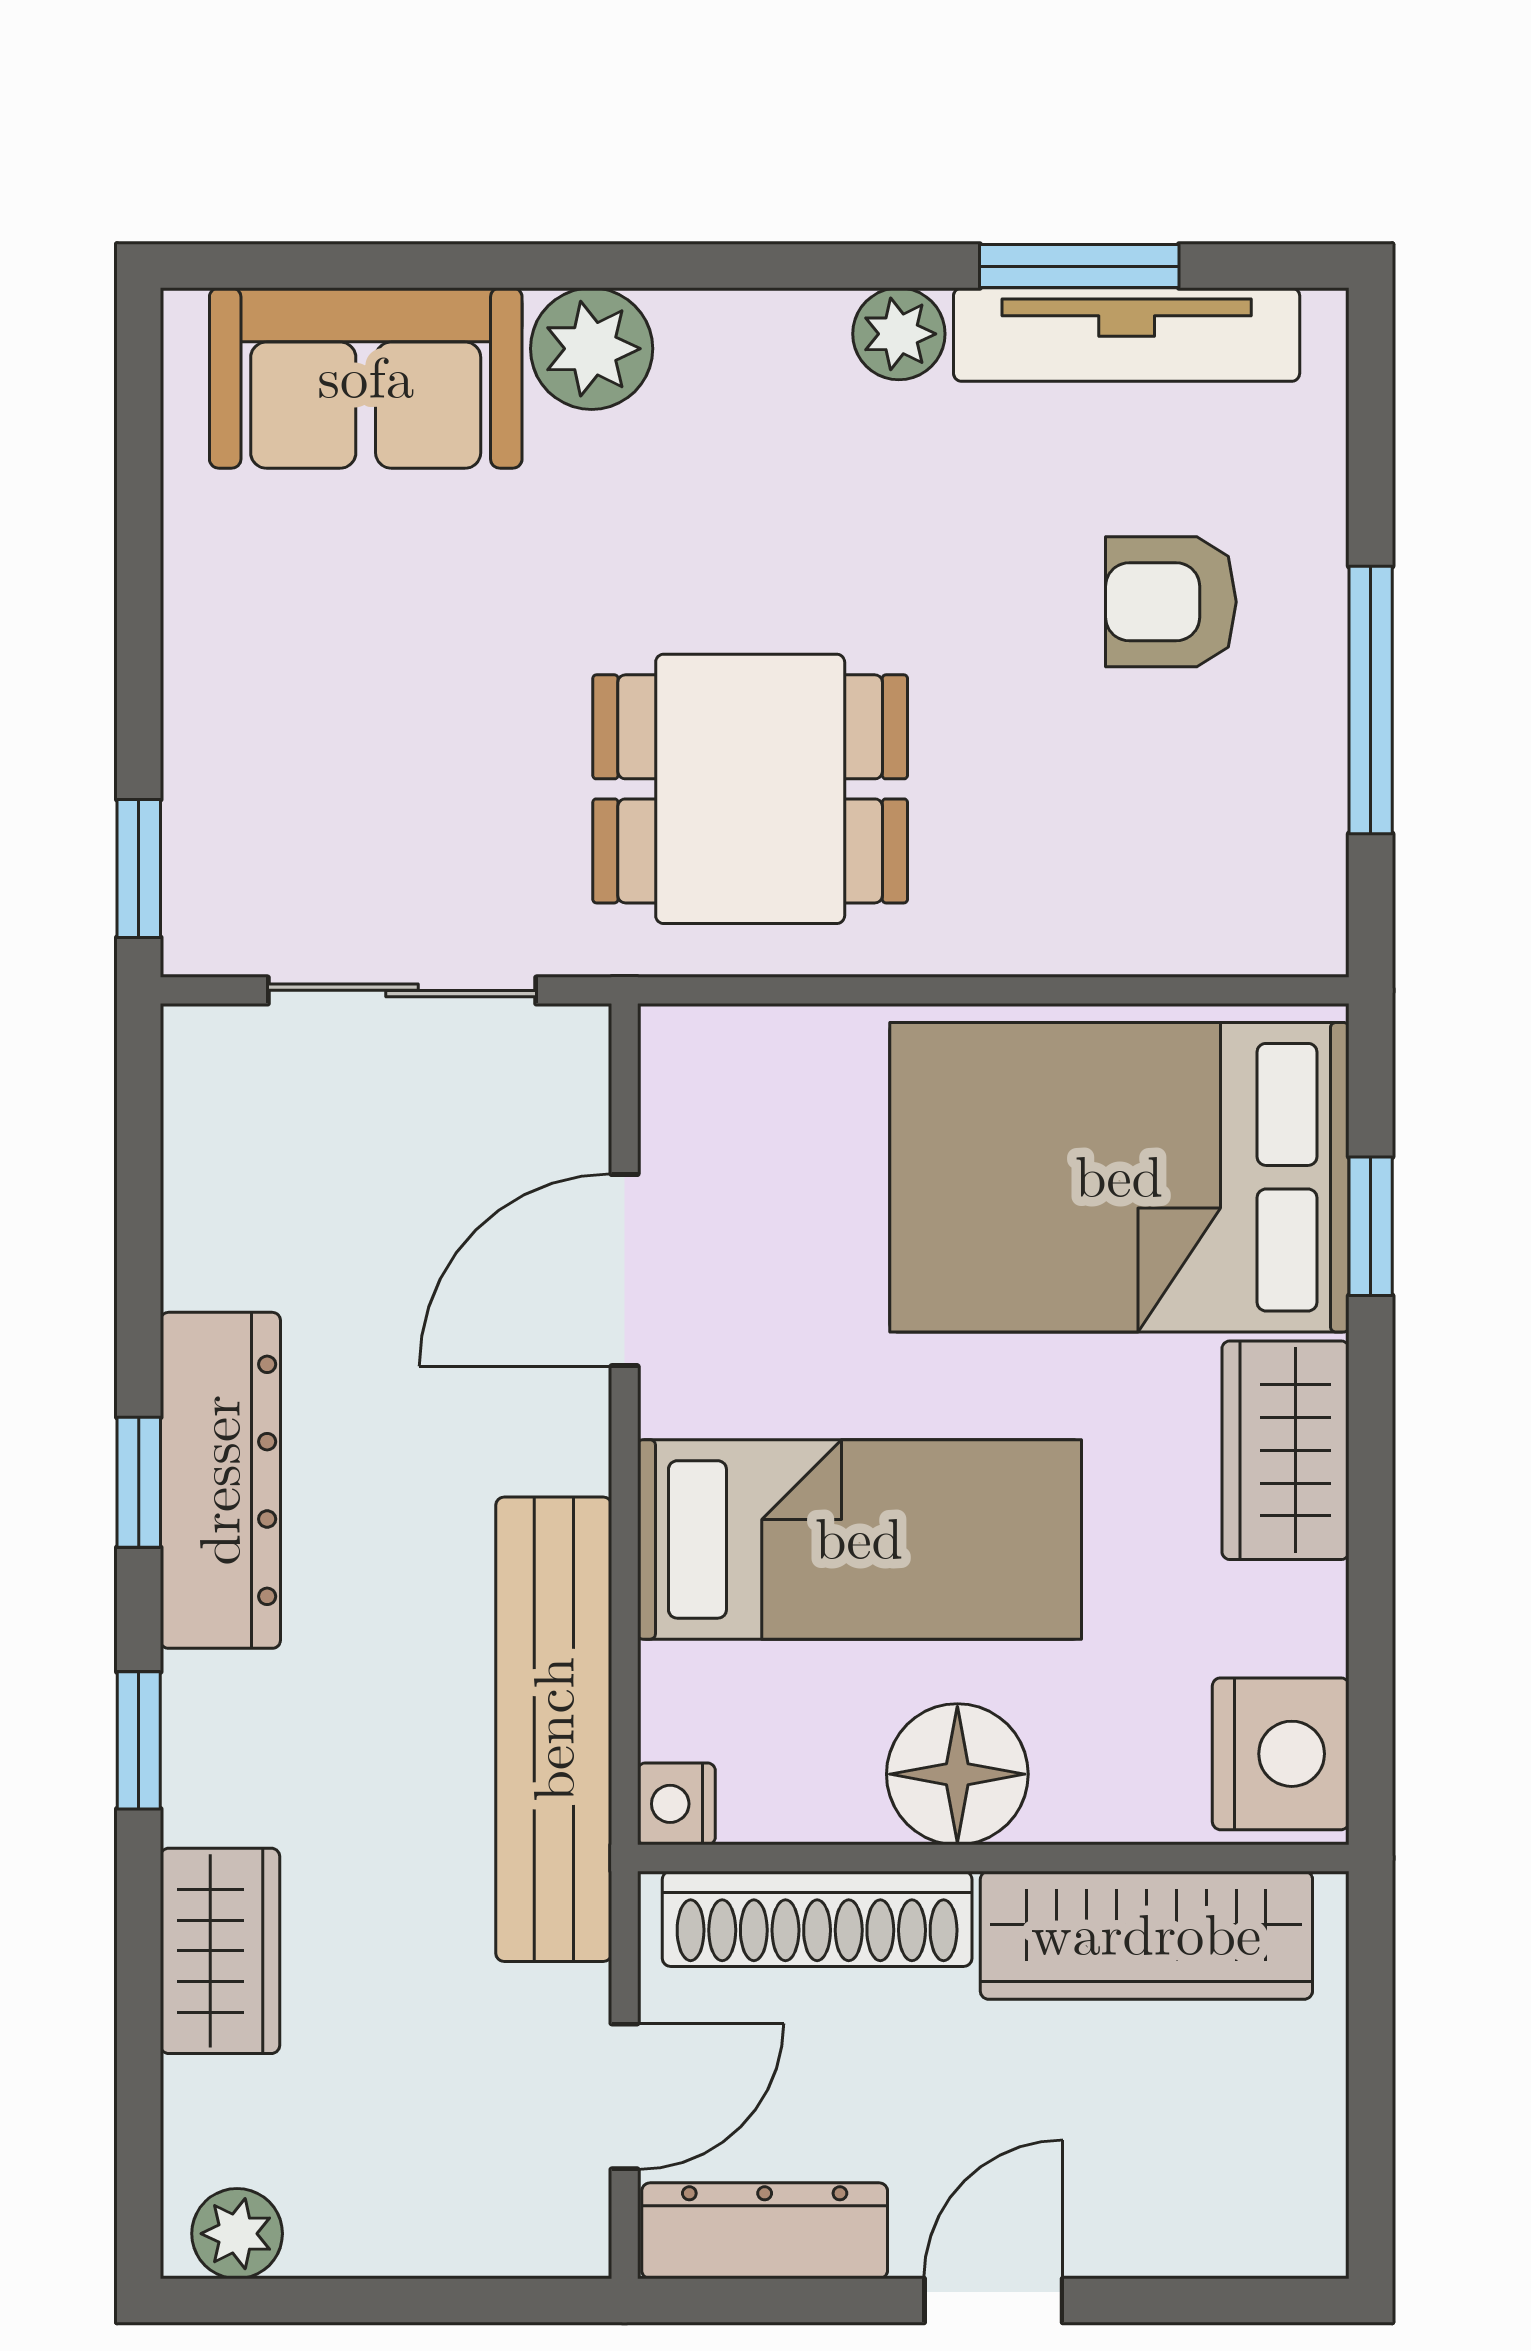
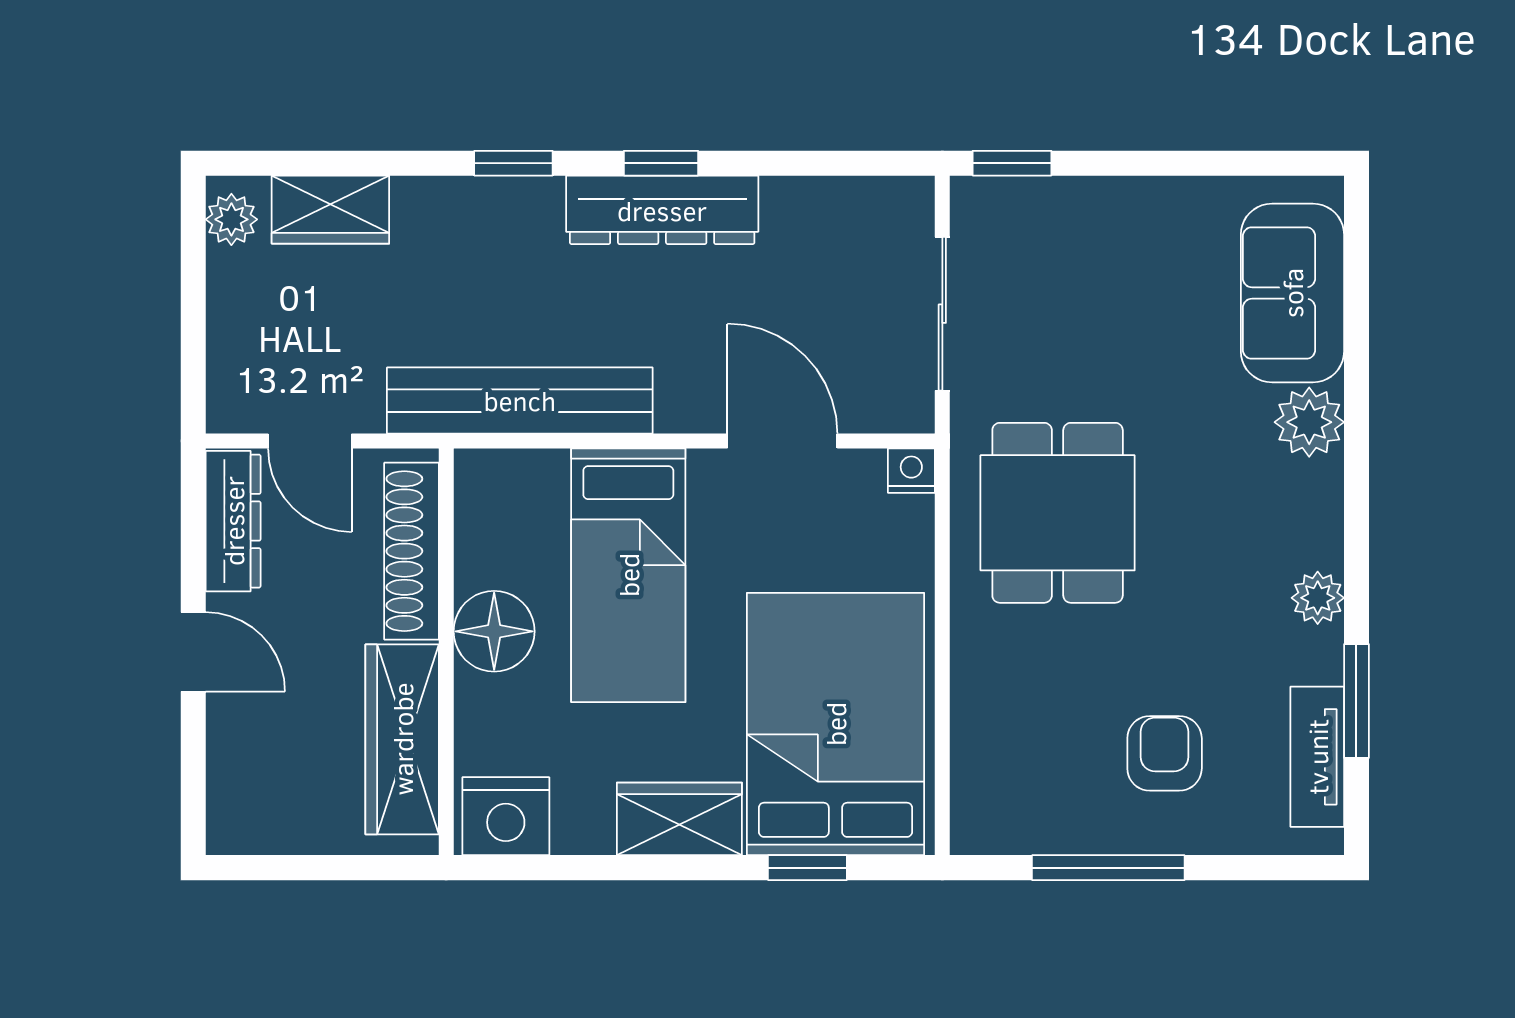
tv unit: (1127, 335) -> (1317, 757), width x0.71
nightstand: (676, 1804) -> (911, 471), moved
wardrobe: (220, 1951) -> (330, 210), moved

